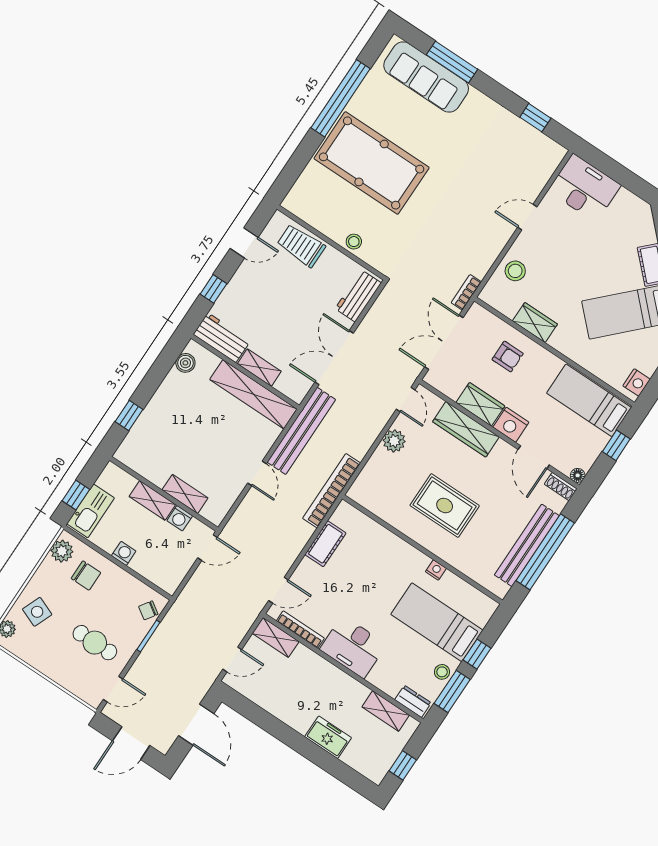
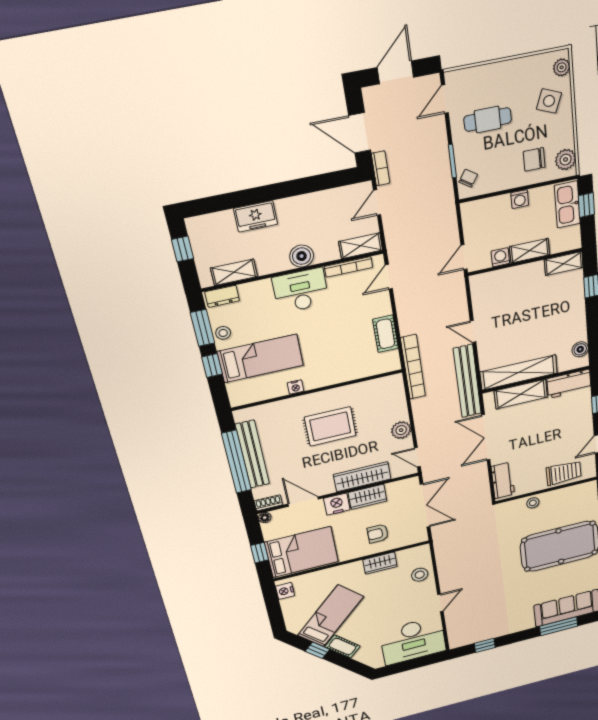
desk: (584, 188) -> (413, 641), width x1.36, depth x1.30
bookcase: (466, 292) -> (381, 168), moved
double door: (334, 358) -> (486, 438), swing flipped
shelving: (259, 368) -> (521, 394), width x1.50, depth x1.33
bed: (589, 400) -> (302, 552), width x1.50
shelving: (185, 494) -> (564, 264), moved
boiler: (326, 674) -> (302, 256), added

